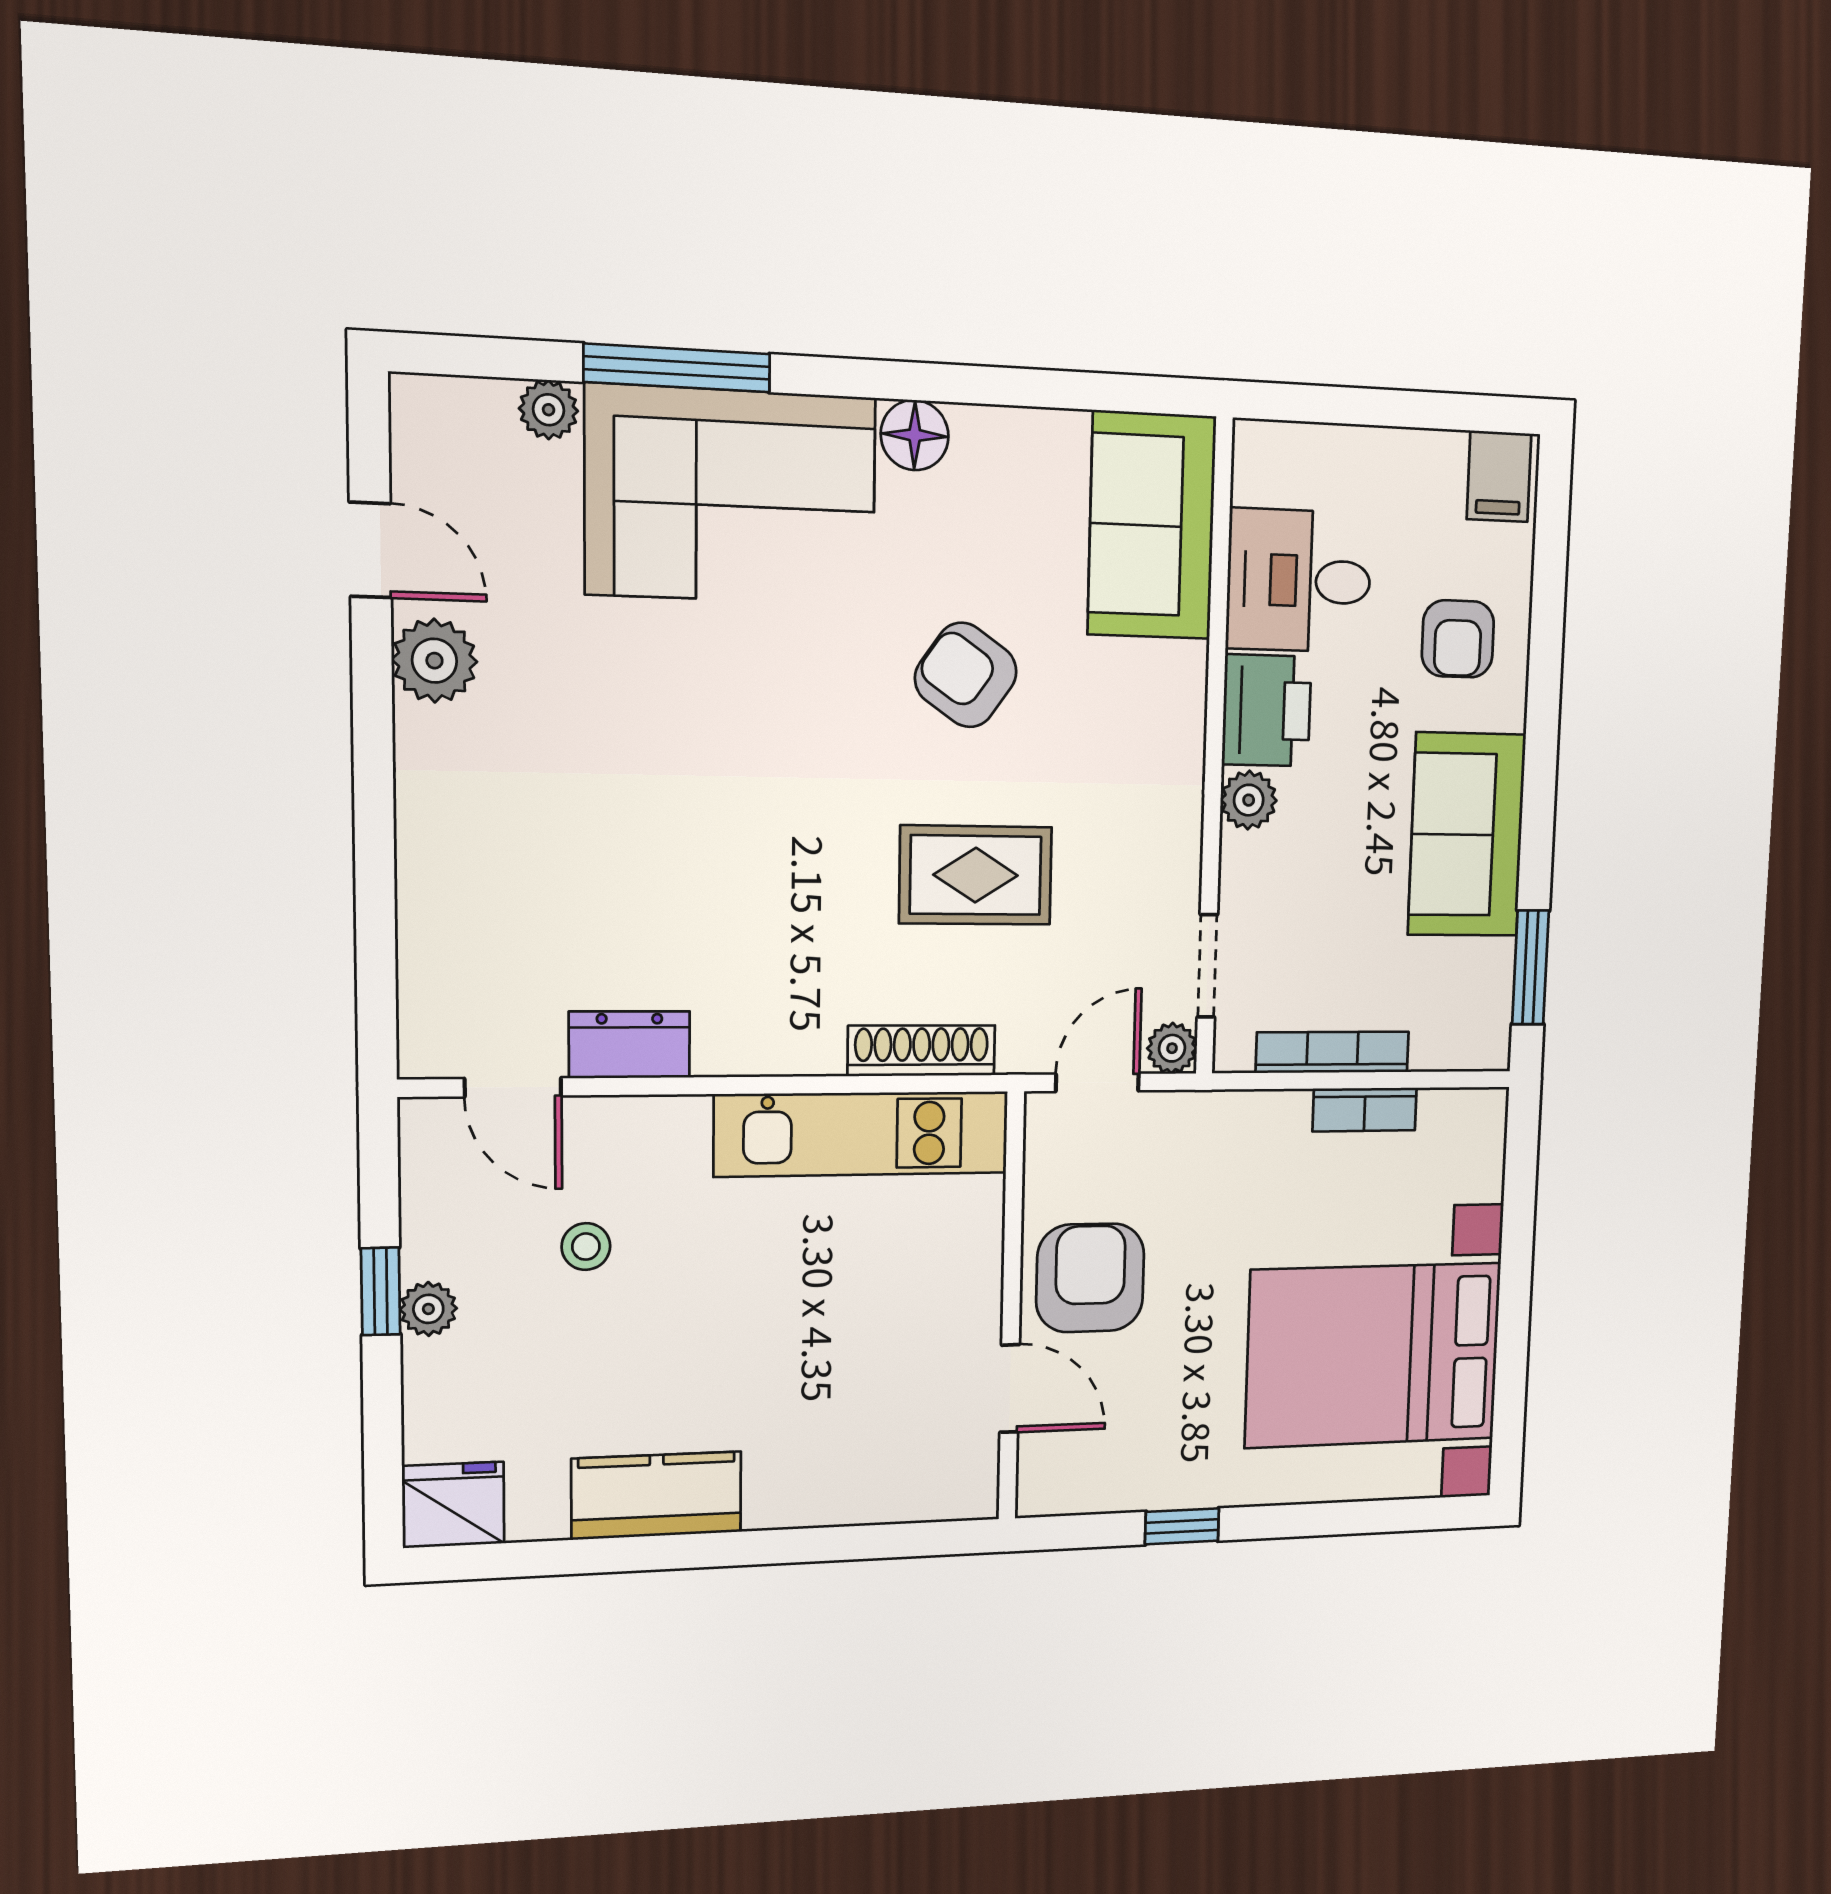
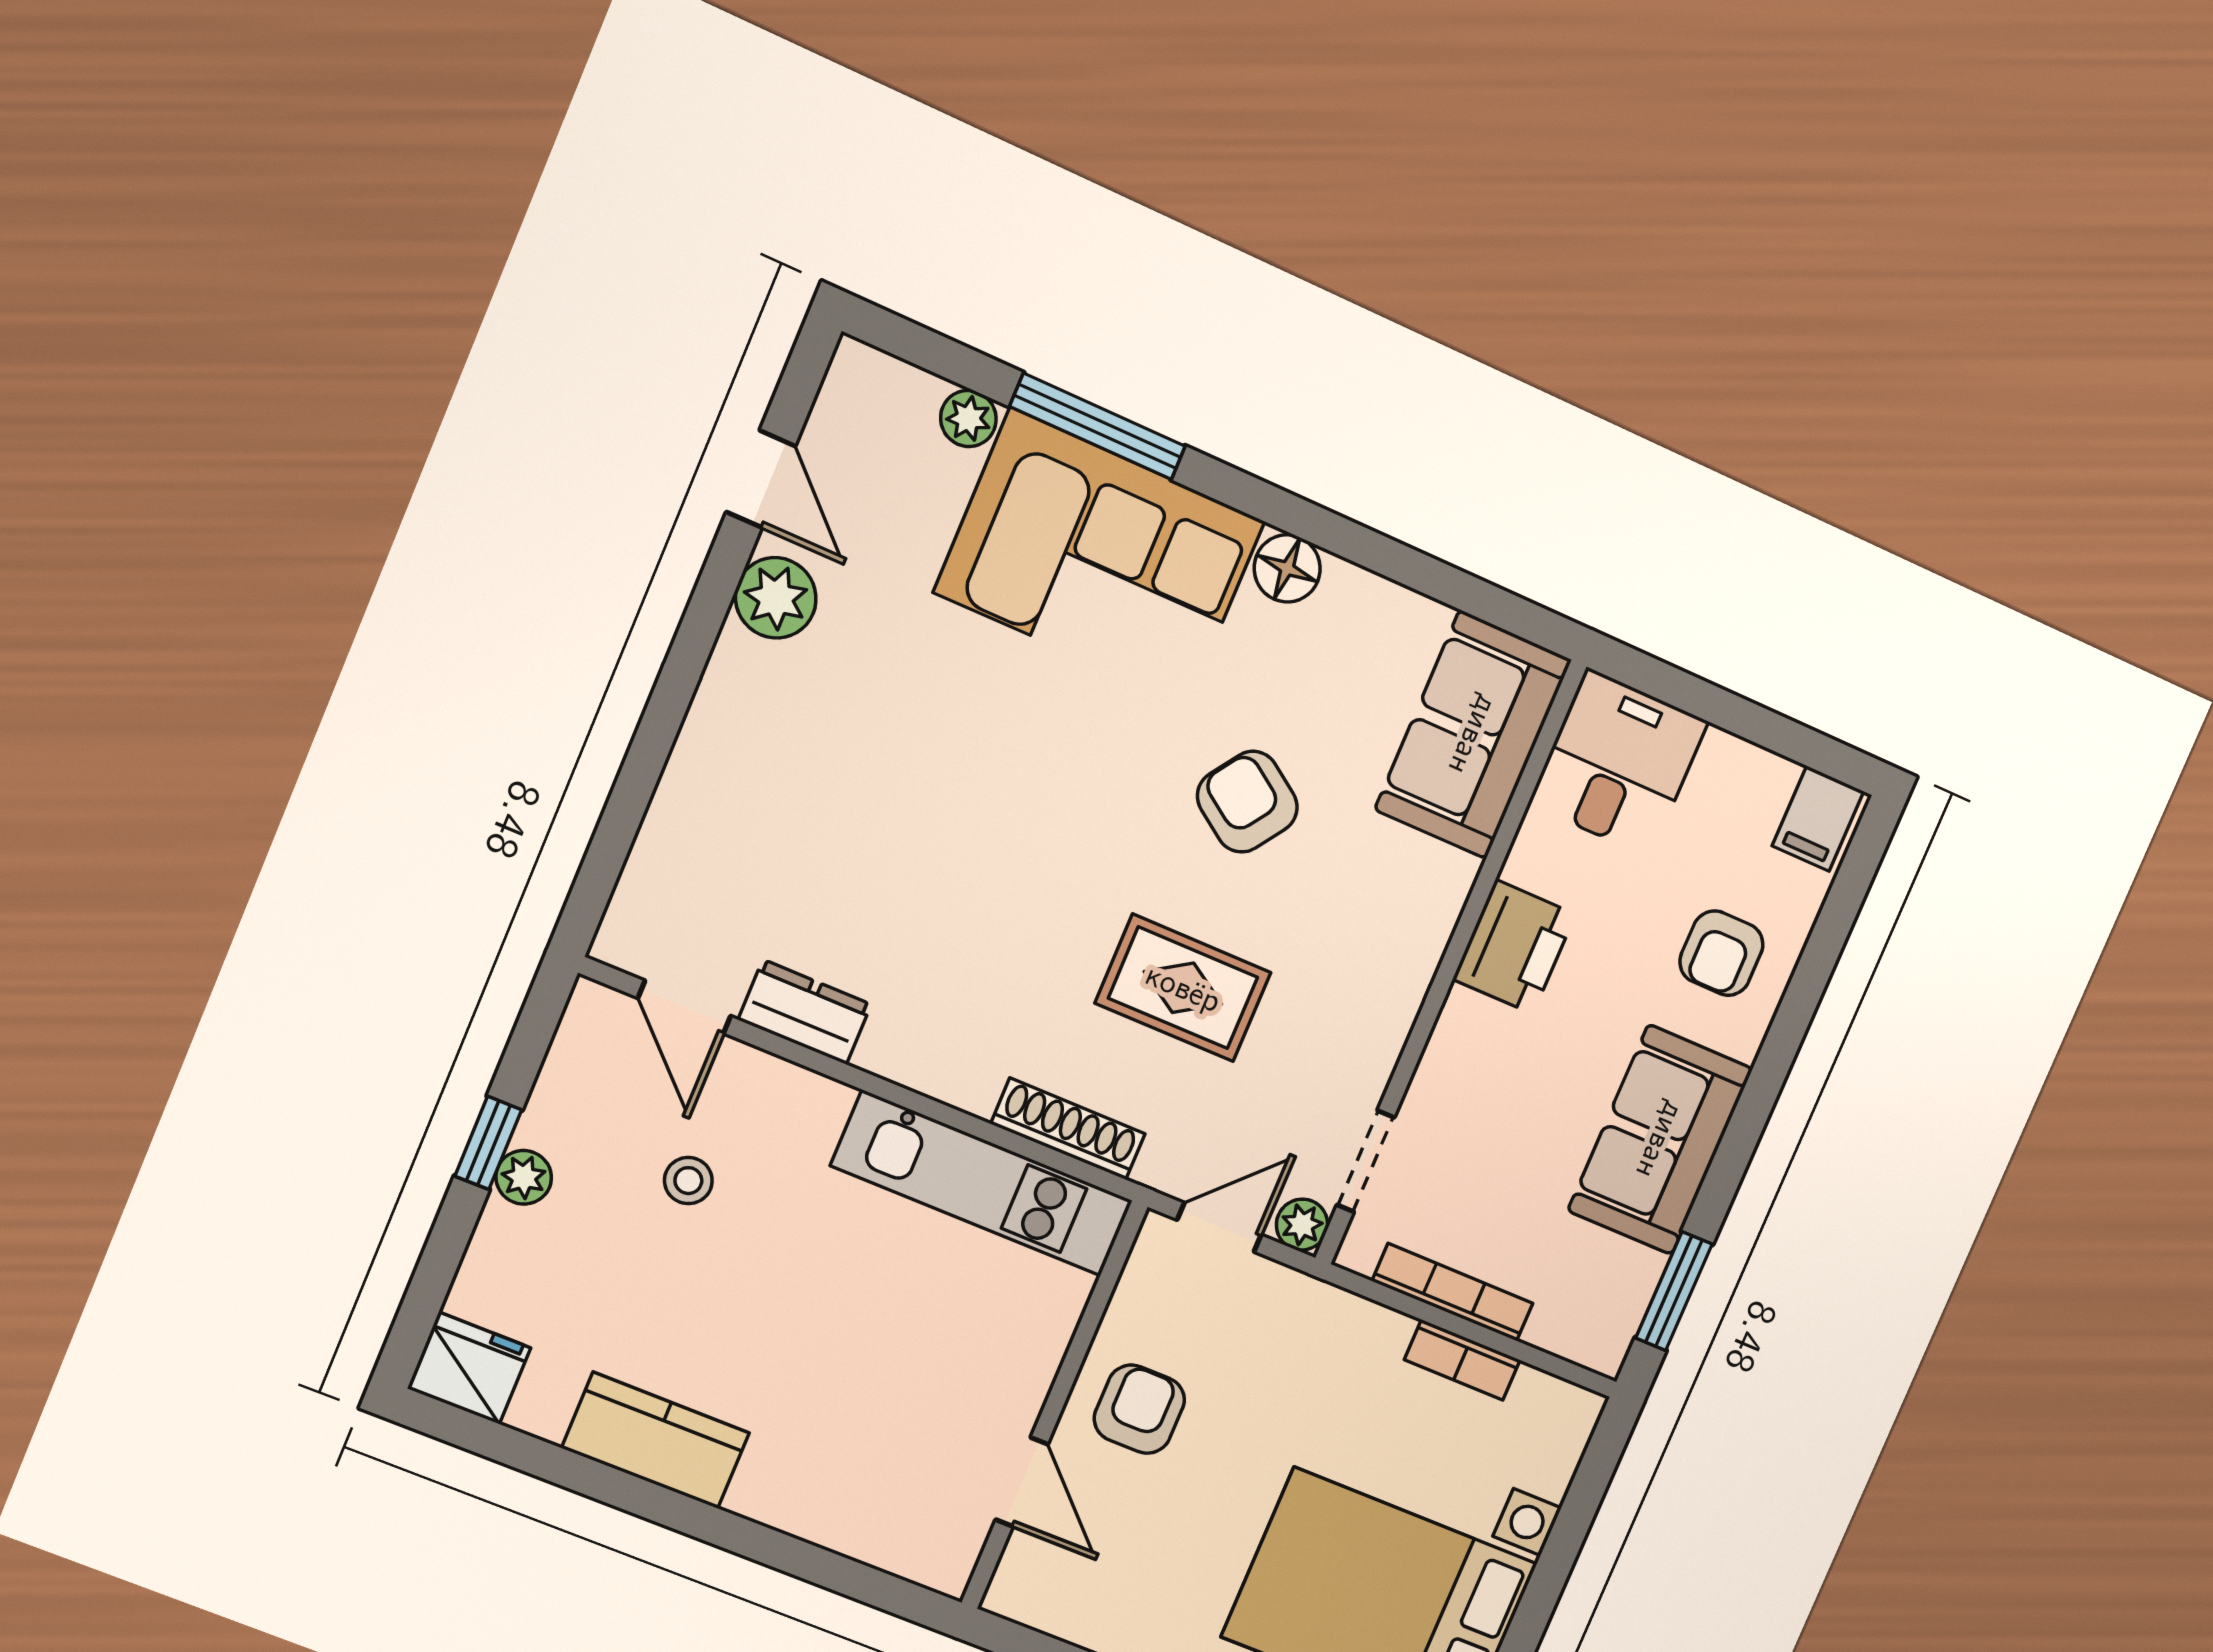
desk: (1299, 581) -> (1618, 763), moved, turned 90
plant: (1249, 800) -> (1465, 1023), removed
armchair: (1090, 1278) -> (1139, 1409), width x0.72, depth x0.72

